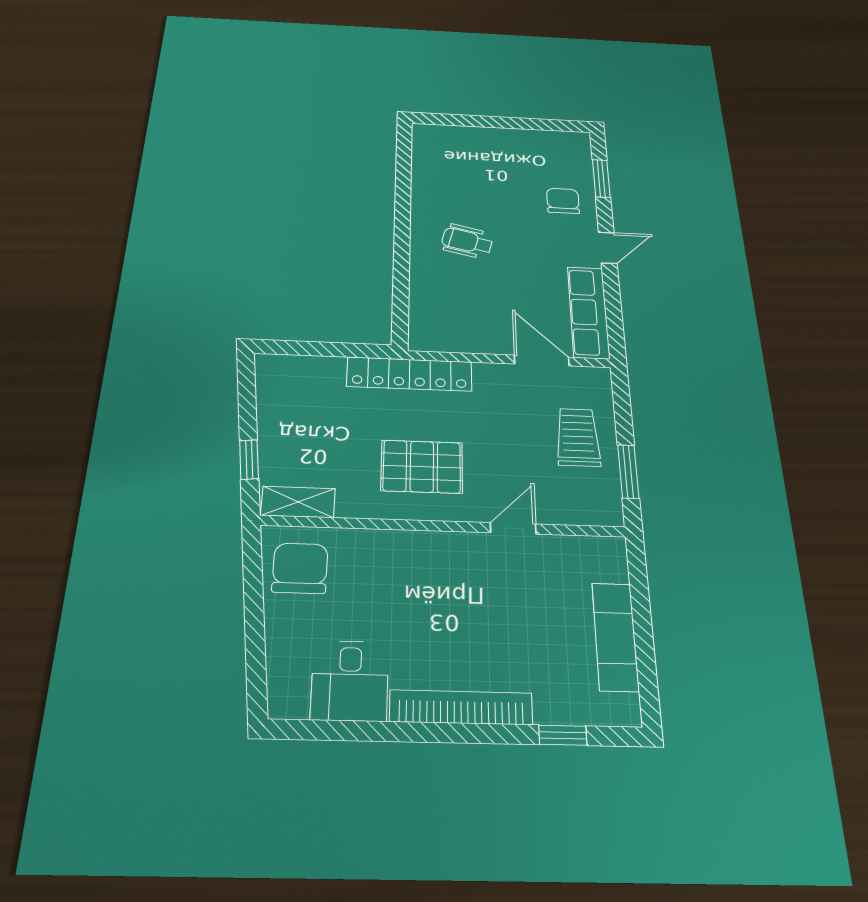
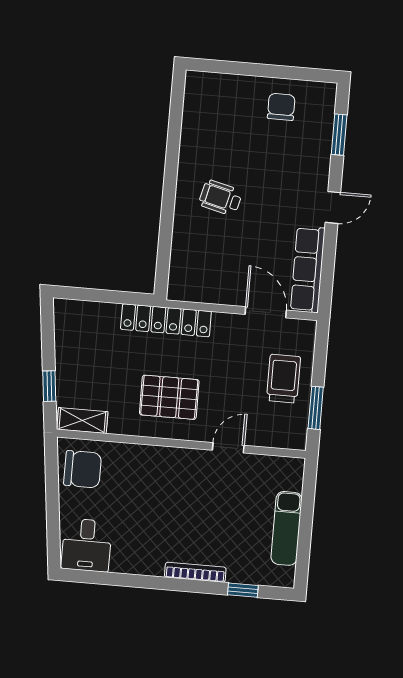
chair: (563, 201) -> (281, 107), moved
chair: (300, 568) -> (83, 469), turned 90
desk: (350, 681) -> (87, 545), moved
bookcase: (461, 707) -> (195, 572), width x0.68, depth x0.76

